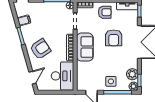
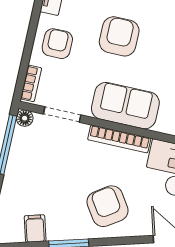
armchair: (114, 38) -> (119, 36), turned -90

